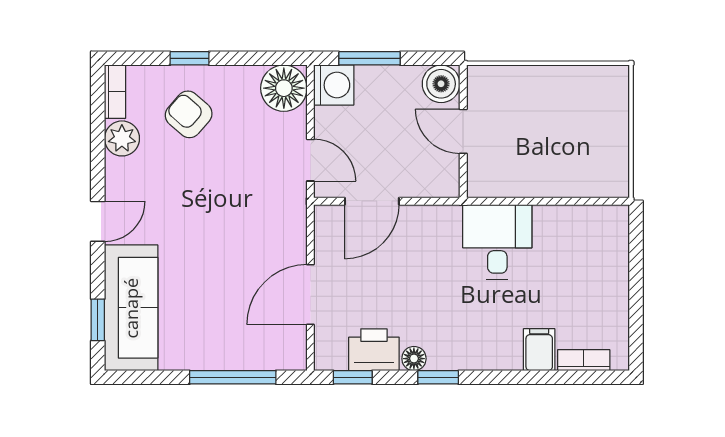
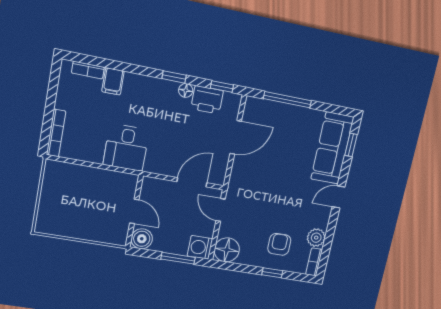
armchair: (189, 114) -> (279, 244), turned -131
bookcase: (619, 245) -> (56, 133), added

